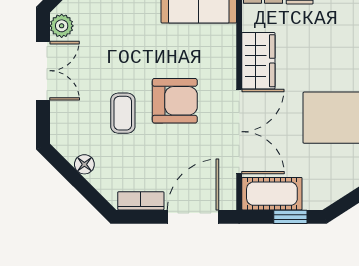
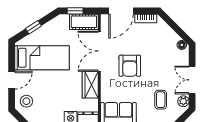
armchair: (175, 101) -> (130, 66), turned -90
coffee table: (123, 113) -> (161, 100), moved
floor lamp: (84, 164) -> (182, 45), moved

